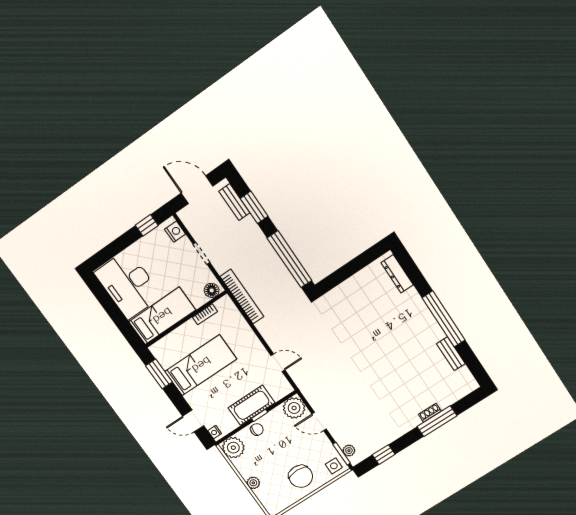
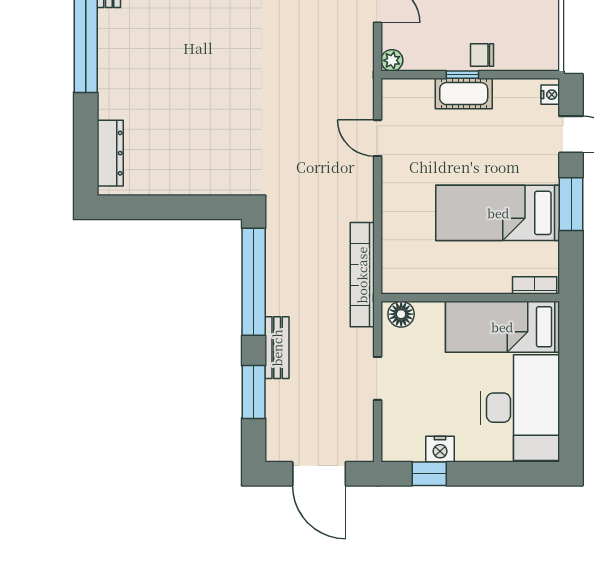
bench: (234, 202) -> (277, 348), moved
nightstand: (175, 232) -> (440, 449), moved, turned -90
bookcase: (205, 314) -> (535, 285), moved
window: (159, 374) -> (571, 204), moved
cot: (252, 405) -> (464, 94), width x0.73, depth x0.75
plant: (294, 408) -> (392, 60), width x0.53, depth x0.53
plant: (233, 448) -> (539, 51), removed

